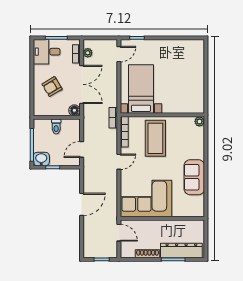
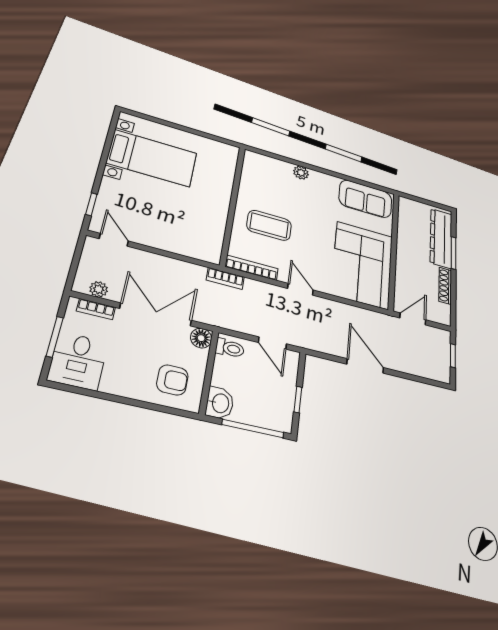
armchair: (52, 87) -> (172, 380), moved, turned -59
bed with nightstands: (141, 89) -> (152, 158), moved, turned 180
plant: (199, 121) -> (301, 173), moved
toilet: (56, 127) -> (230, 348), moved
coffee table: (155, 138) -> (269, 225), width x0.73, depth x0.76
washbasin: (41, 159) -> (220, 403), moved, turned 180
sofa: (194, 177) -> (365, 199), moved

